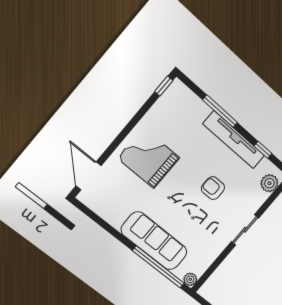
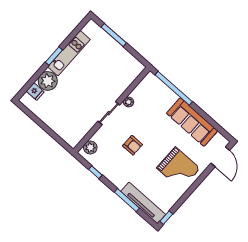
tv unit: (234, 140) -> (143, 203), moved
sofa: (154, 241) -> (192, 122), moved
plant: (190, 279) -> (129, 102), moved

